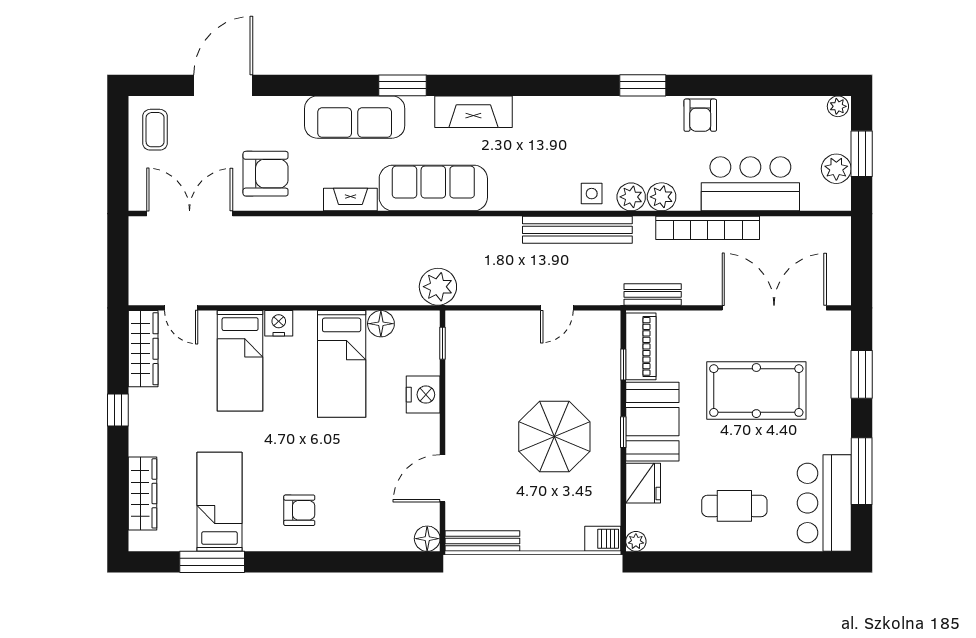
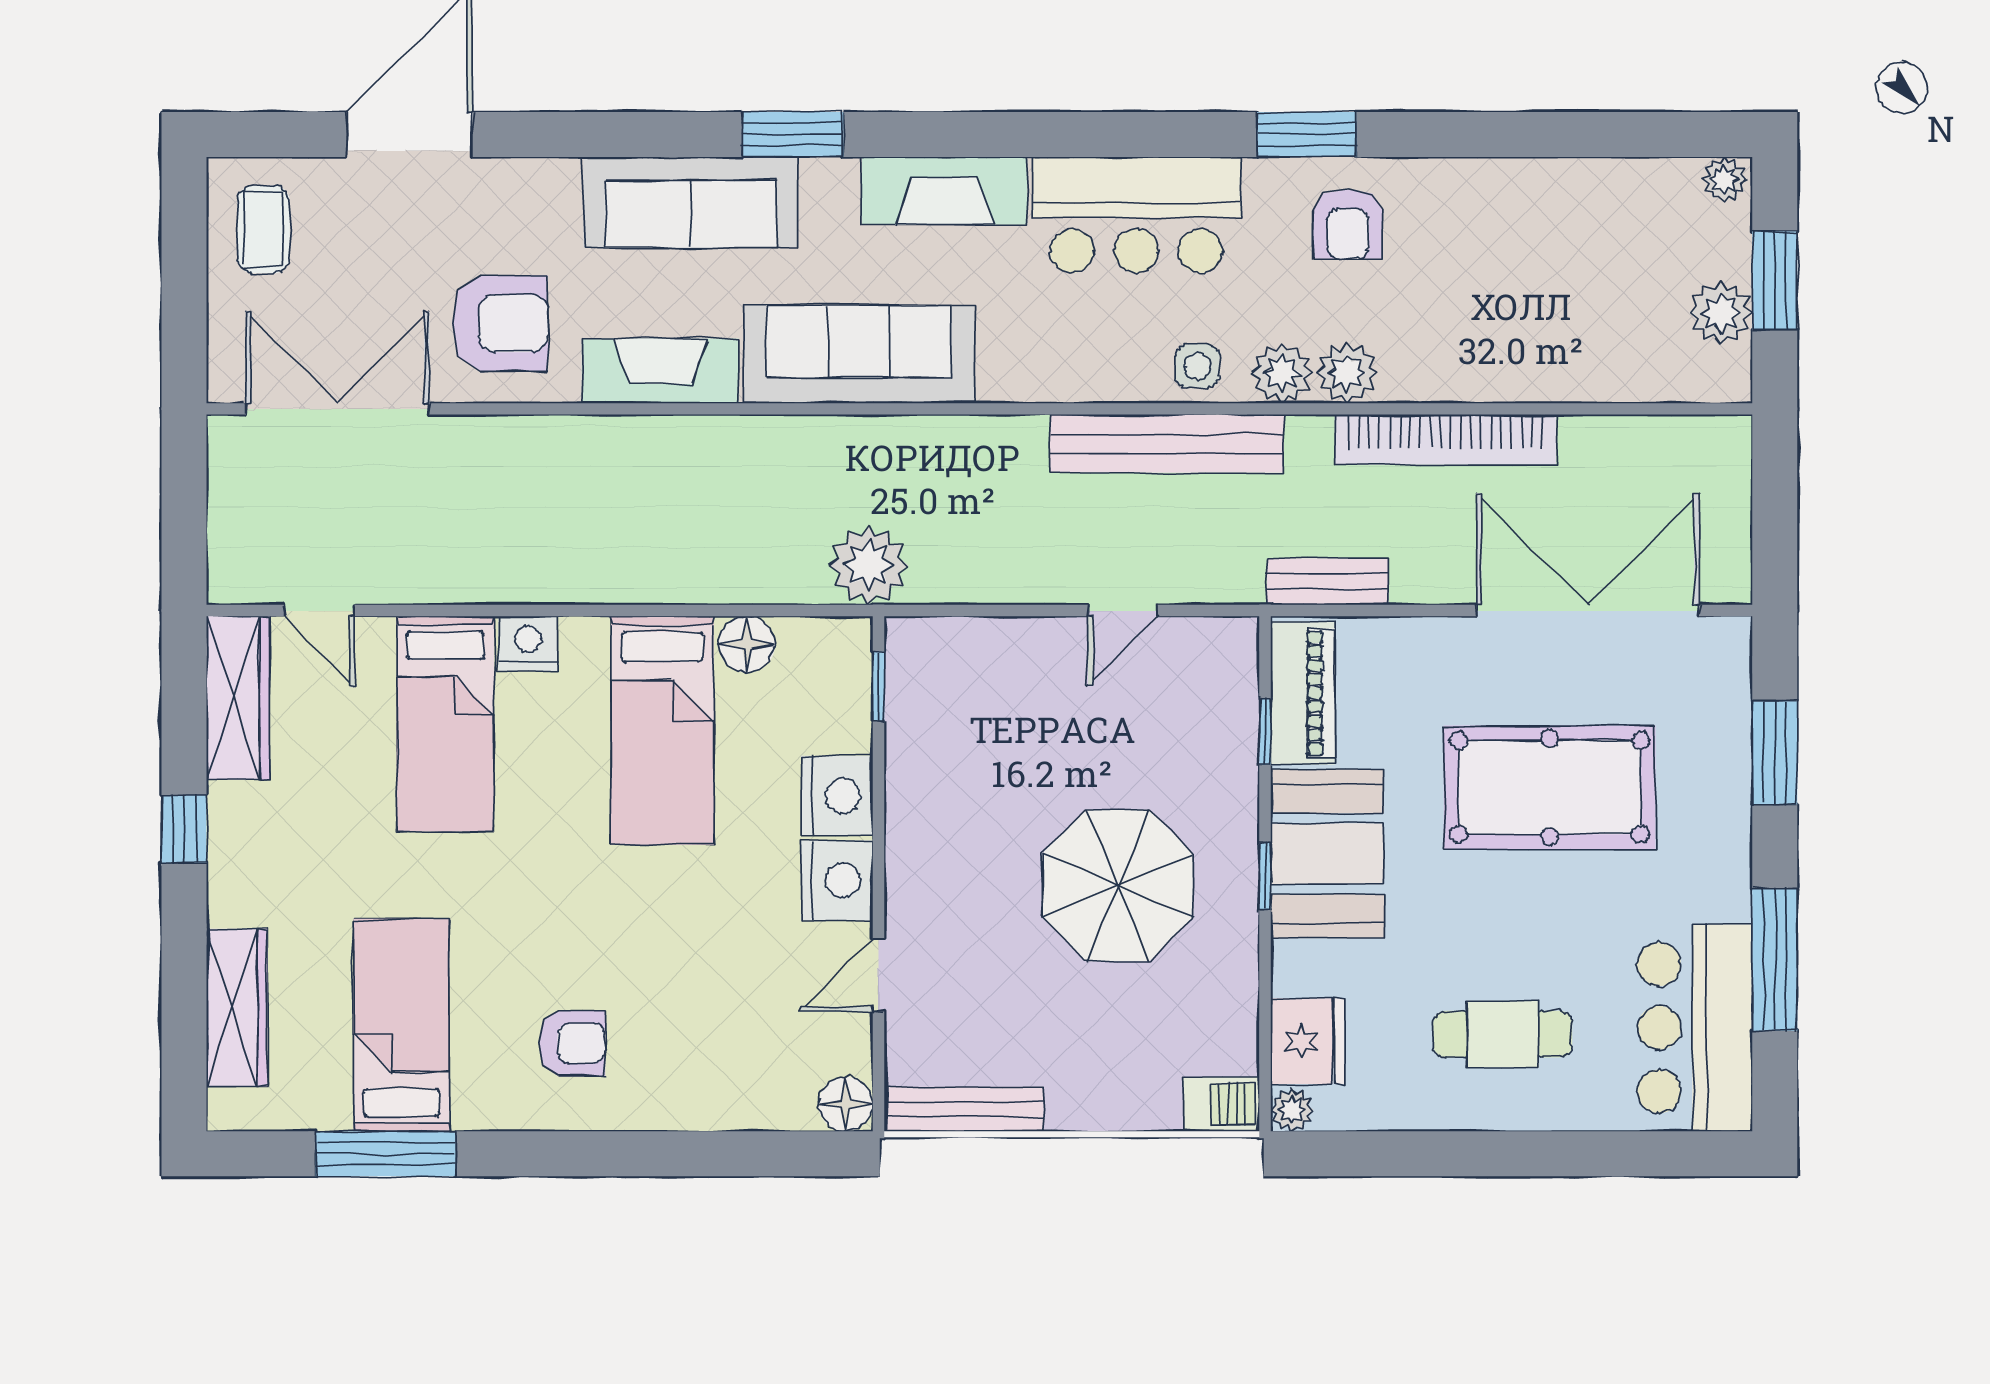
armchair: (700, 115) -> (1348, 224), moved
bar counter: (750, 184) -> (1136, 215), moved, turned 180
fireplace: (350, 200) -> (660, 371), width x1.37, depth x1.32
nightstand: (423, 434) -> (837, 880), added
door: (443, 478) -> (879, 975), width x0.73
fridge: (643, 483) -> (1307, 1041), moved

